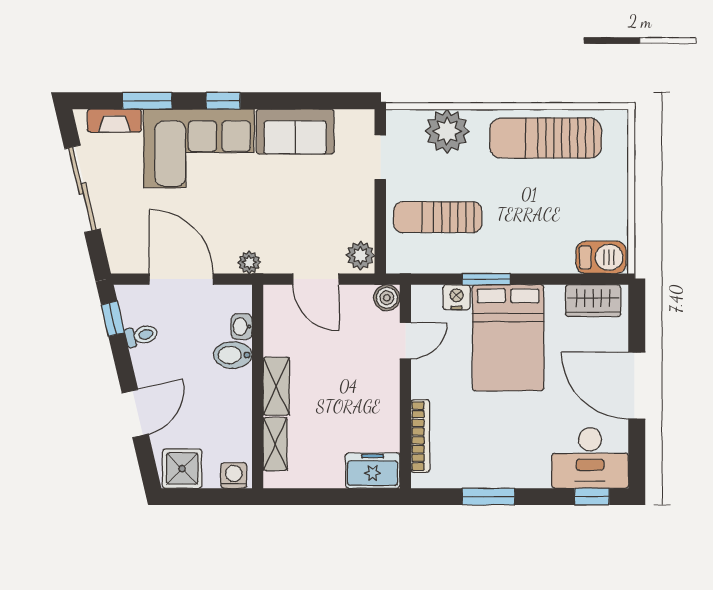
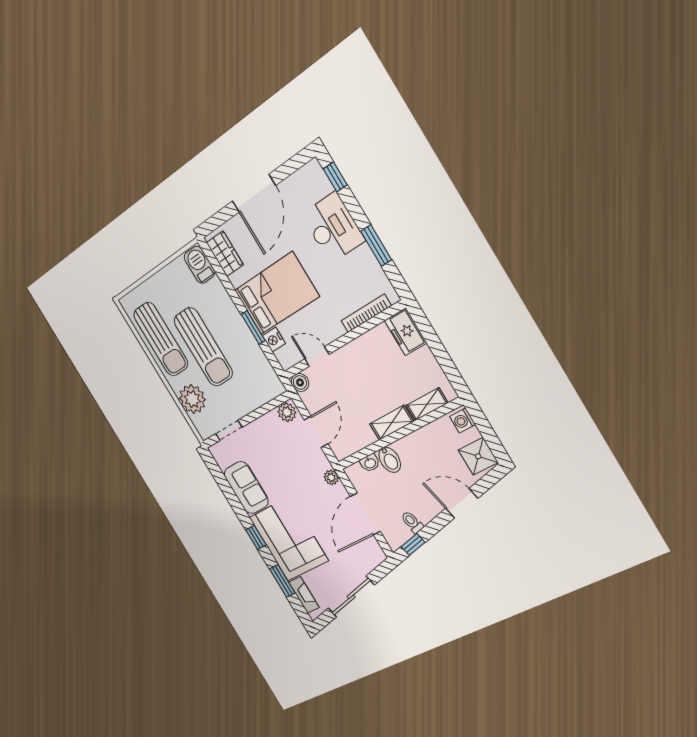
sun lounger: (438, 217) -> (203, 347), moved, width x1.36, depth x1.34
desk: (590, 458) -> (333, 228), moved

